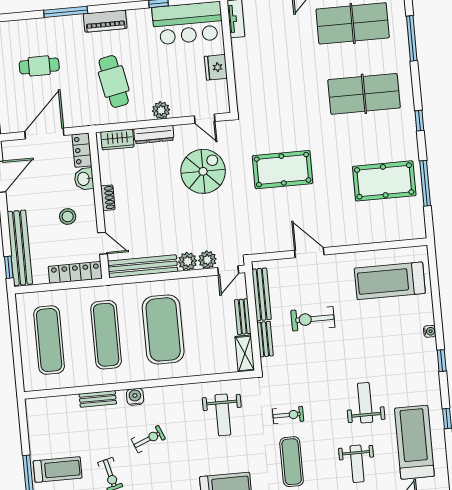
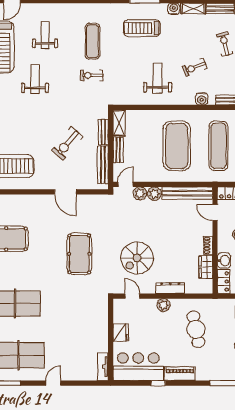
piano: (105, 21) -> (180, 374), moved
wardrobe: (117, 139) -> (206, 267), moved, turned -90
pool table: (283, 170) -> (79, 254), turned 90
exercise bike: (313, 319) -> (67, 143), turned 130
weight bench: (365, 403) -> (35, 79), turned 180
weight bench: (223, 415) -> (158, 78), moved

